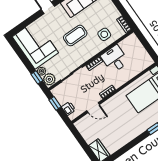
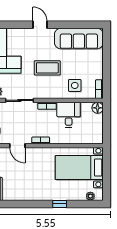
floor lamp: (132, 39) -> (98, 108), added

